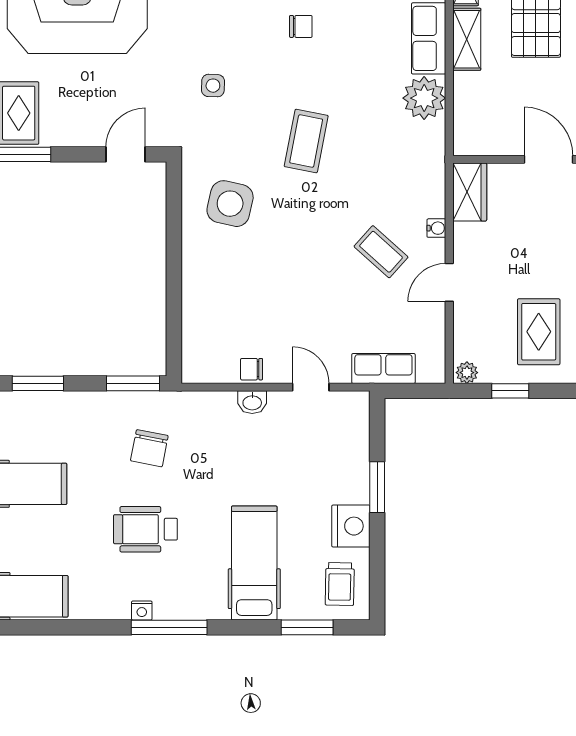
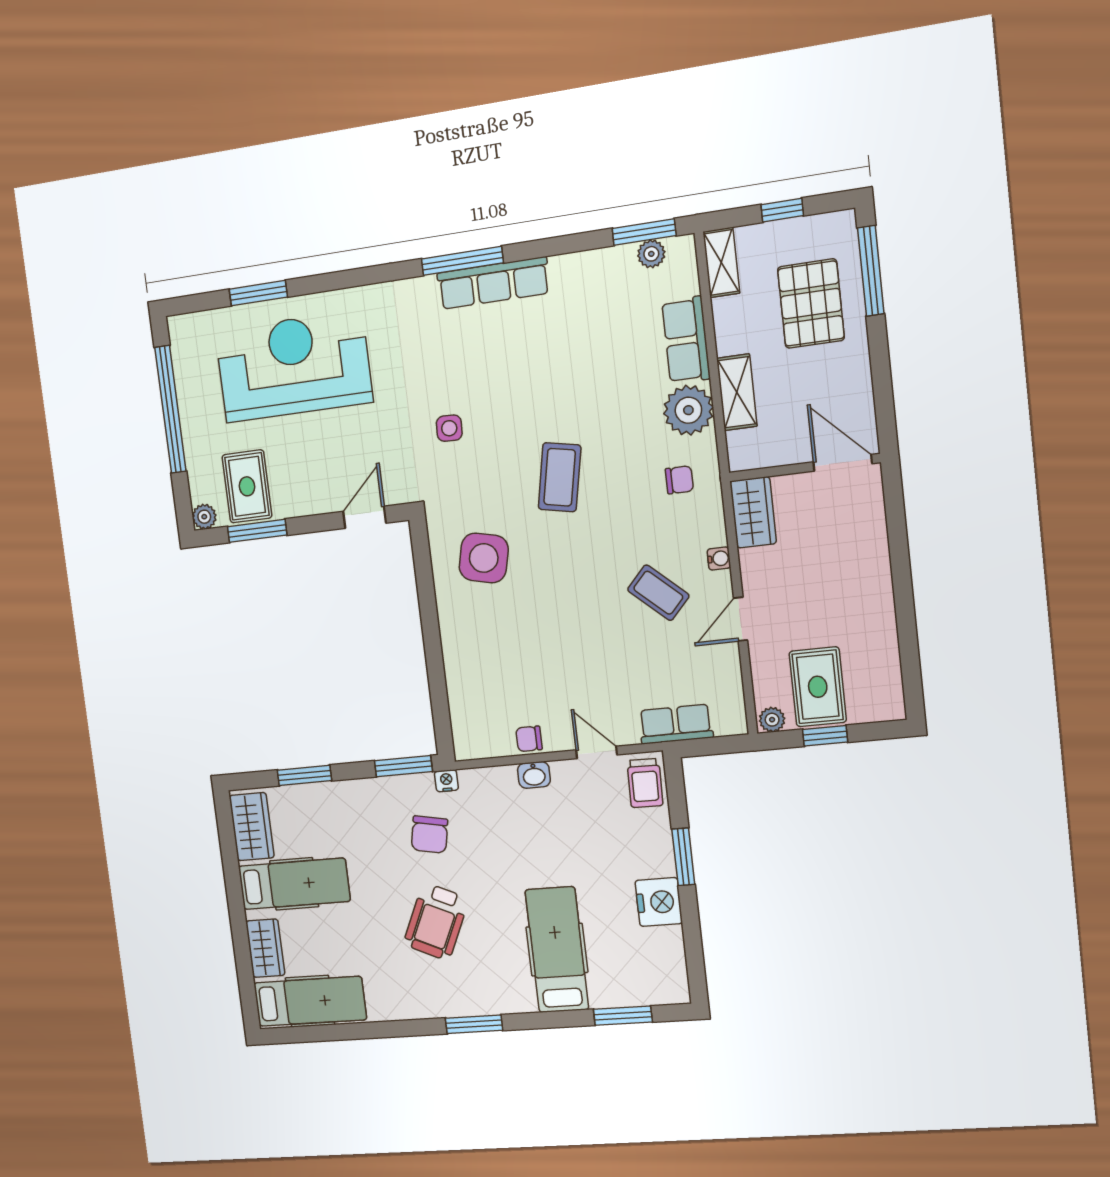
chair: (301, 26) -> (679, 480), moved
shelving: (467, 39) -> (737, 392), moved
rug: (539, 332) -> (818, 687), moved
wheelchair: (145, 529) -> (436, 922), turned -65
trolley: (340, 584) -> (645, 783), moved
nightstand: (142, 611) -> (446, 781), moved, turned 180
window: (169, 627) -> (474, 1024), width x0.69

